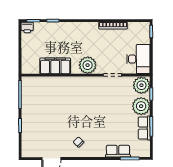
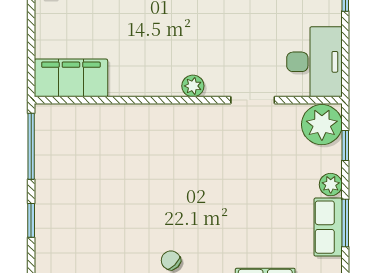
plant: (88, 65) -> (193, 86), width x0.53, depth x0.53
filing cabinet: (55, 66) -> (71, 78), moved
plant: (141, 106) -> (331, 185), width x0.53, depth x0.53

